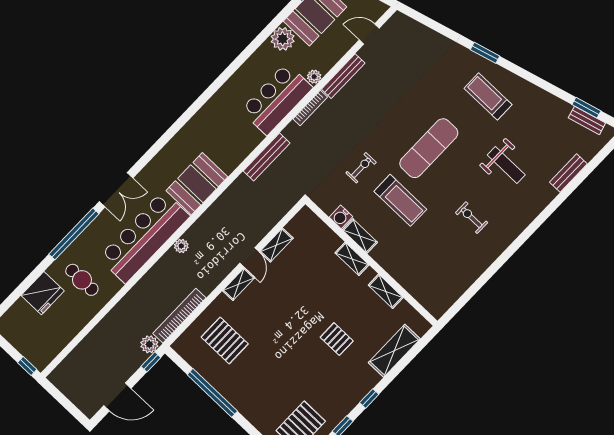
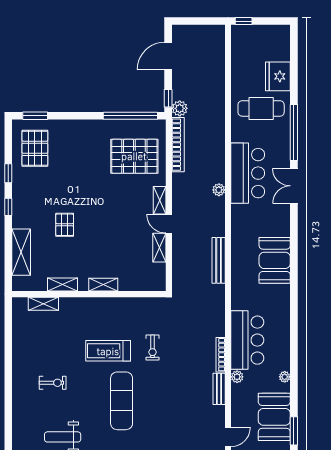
plant: (283, 39) -> (285, 377), width x0.53, depth x0.53
bench: (343, 76) -> (219, 389), width x0.73
bench: (267, 157) -> (219, 260), moved
booth: (197, 184) -> (275, 260), moved
water cooler: (341, 217) -> (136, 304), removed
shelving: (360, 236) -> (43, 304), moved
bar counter: (144, 237) -> (248, 173), width x0.73
cafe table: (82, 280) -> (261, 108), width x1.37, depth x1.35
pallet: (337, 339) -> (65, 225), turned 90
pallet: (225, 340) -> (134, 156), width x1.37, depth x1.41
window: (212, 393) -> (130, 116), moved

